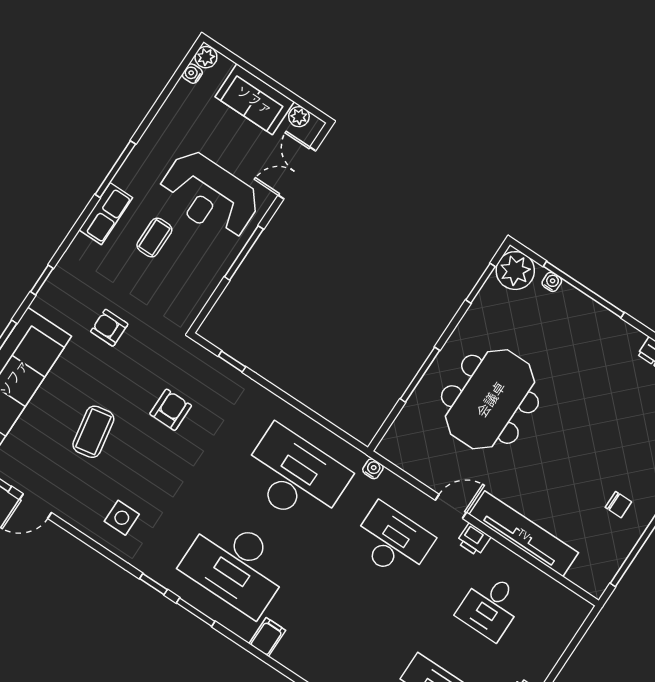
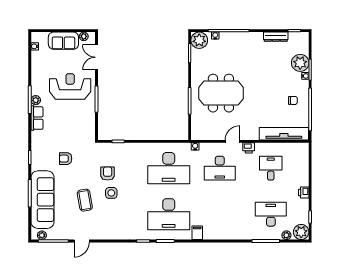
plant: (206, 57) -> (36, 100), moved
reception desk: (209, 195) -> (70, 86), turned 180
coffee table: (154, 238) -> (60, 115), removed
meeting table: (490, 399) -> (221, 93), turned 90
desk: (295, 477) -> (169, 168), turned 180
side table: (122, 518) -> (111, 193), moved
tv unit: (524, 534) -> (284, 134), moved
desk: (393, 542) -> (220, 168), turned 180
desk: (490, 606) -> (271, 168), turned 180

